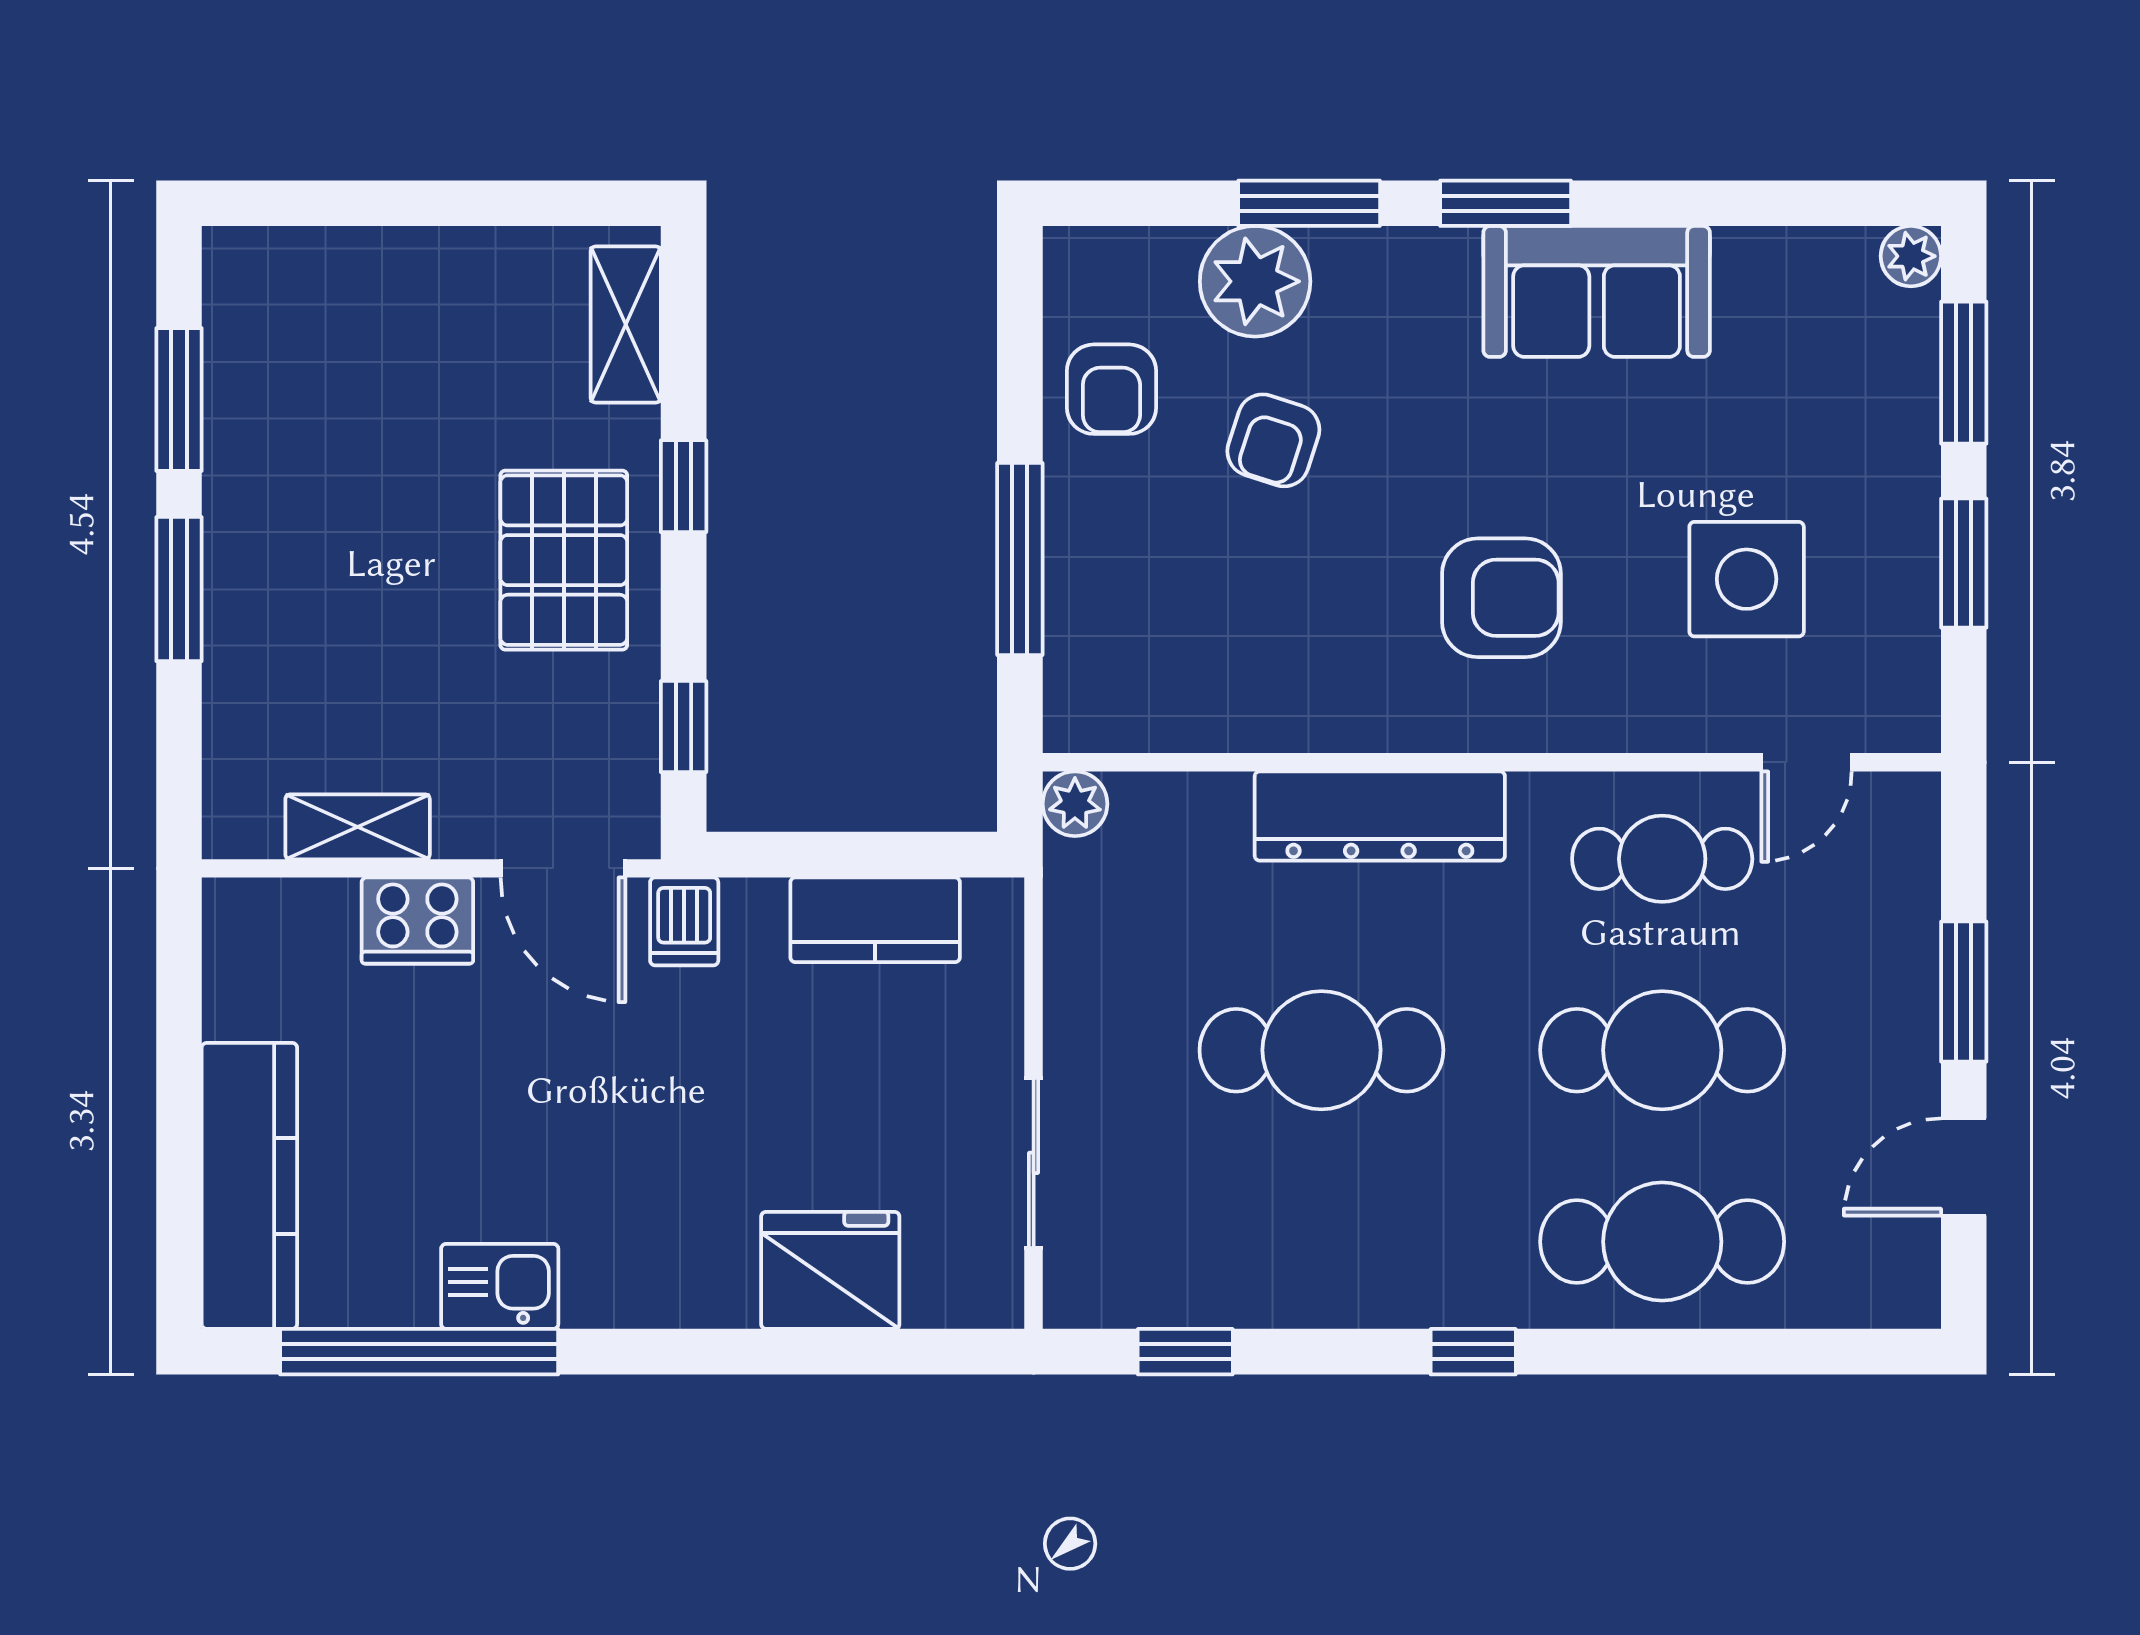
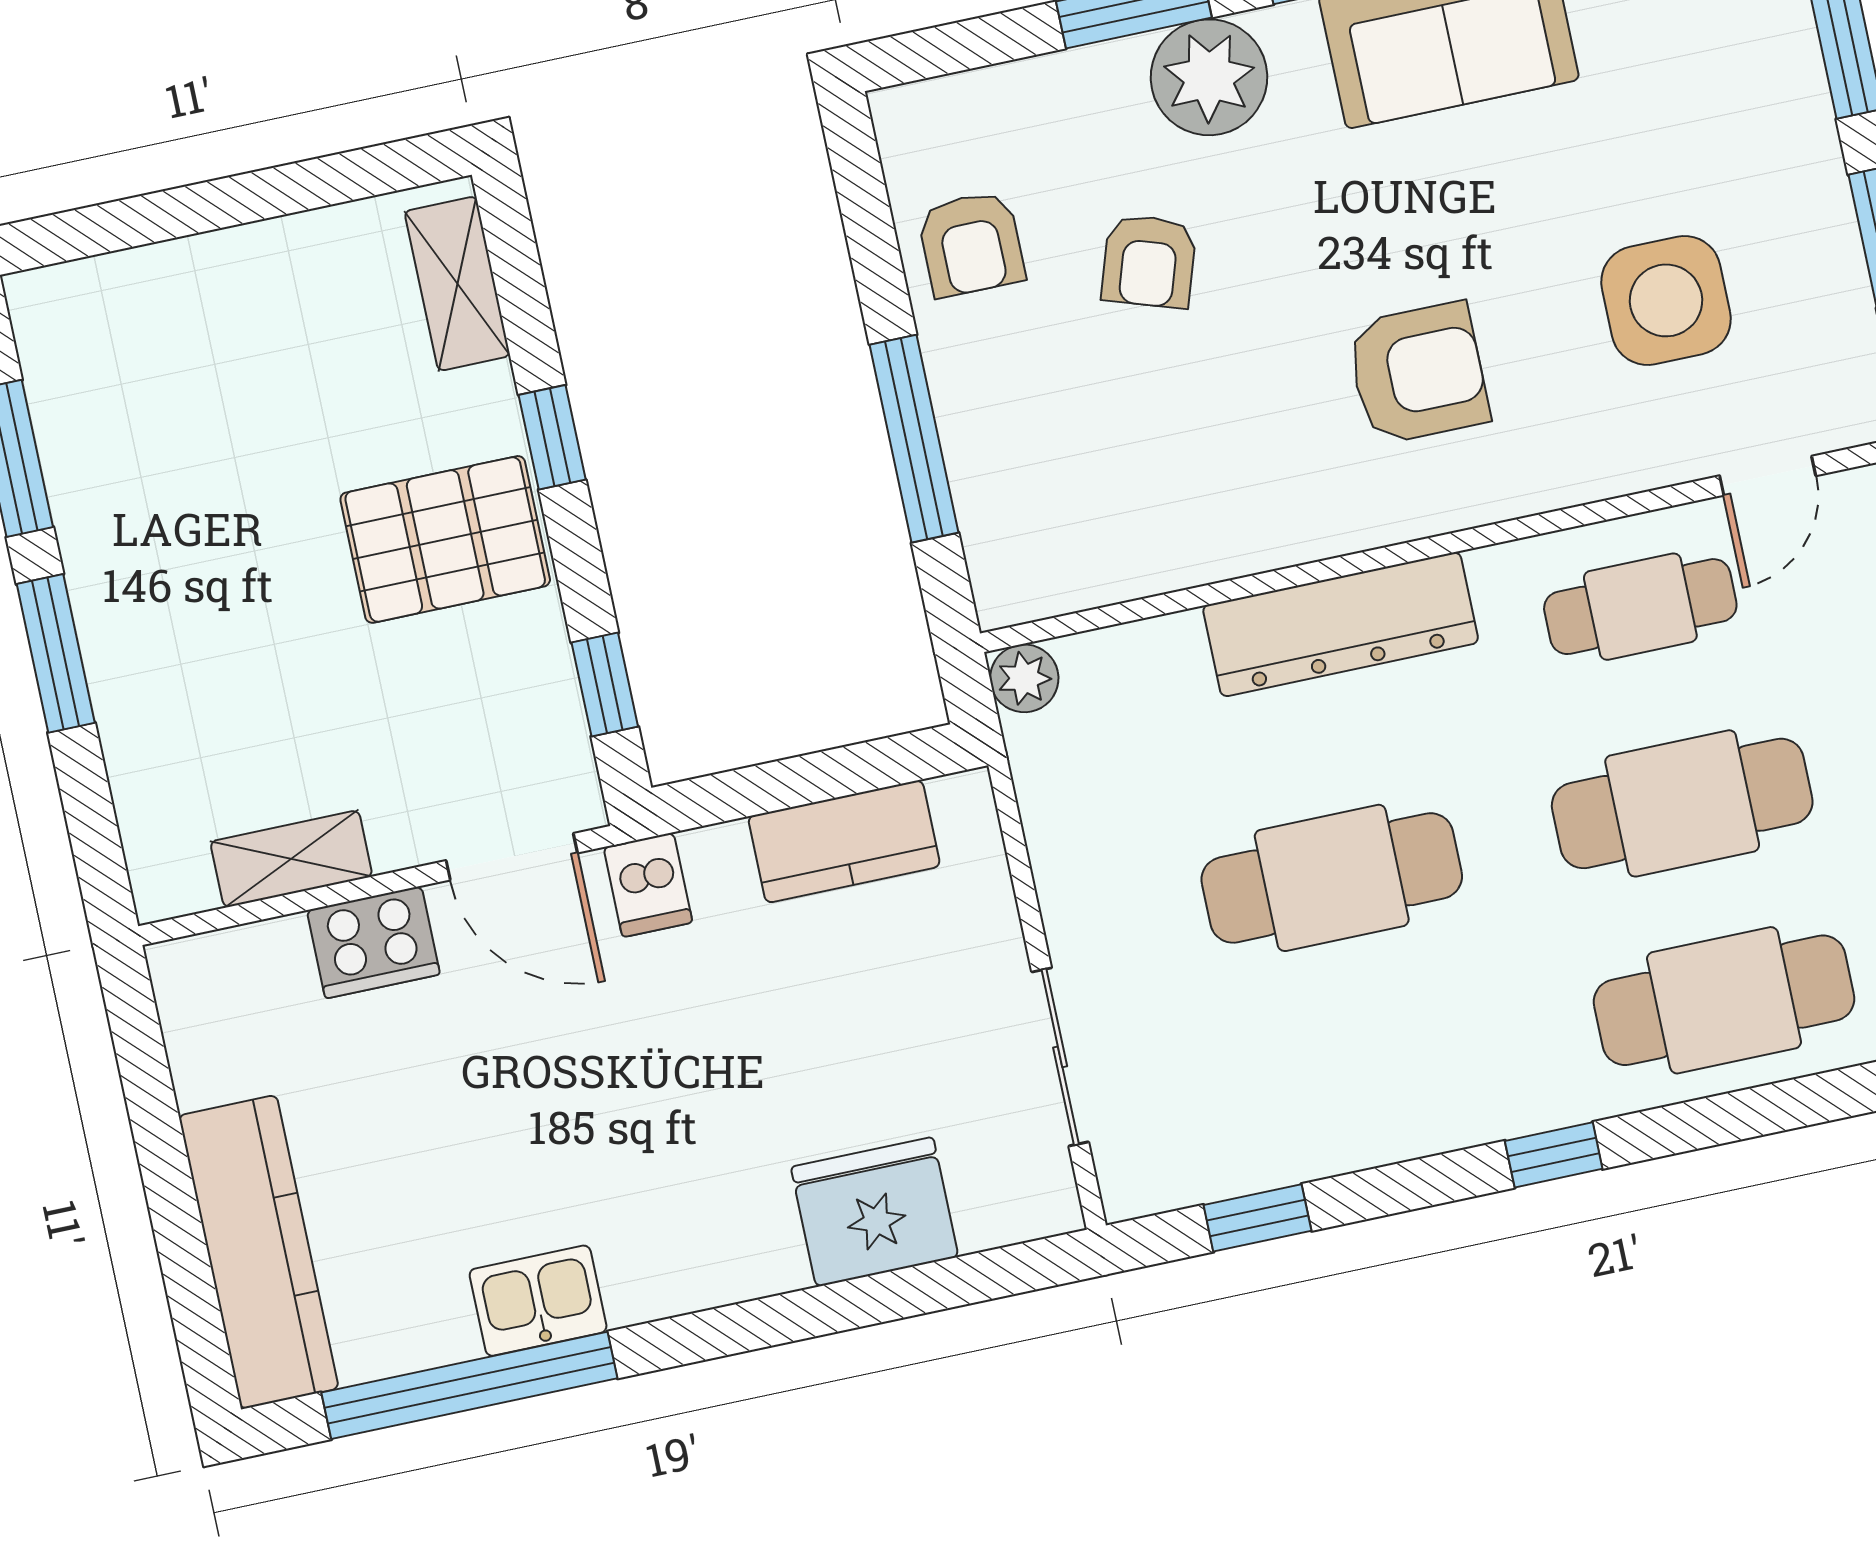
plant: (1255, 281) -> (1209, 77), moved
pallet: (564, 560) -> (445, 539), turned 90

